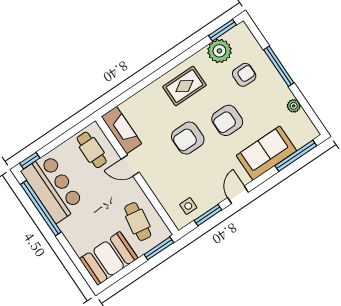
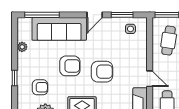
window: (279, 66) -> (15, 78), width x0.46
armchair: (244, 75) -> (40, 87), turned 180
sofa: (266, 153) -> (59, 29), width x1.36

